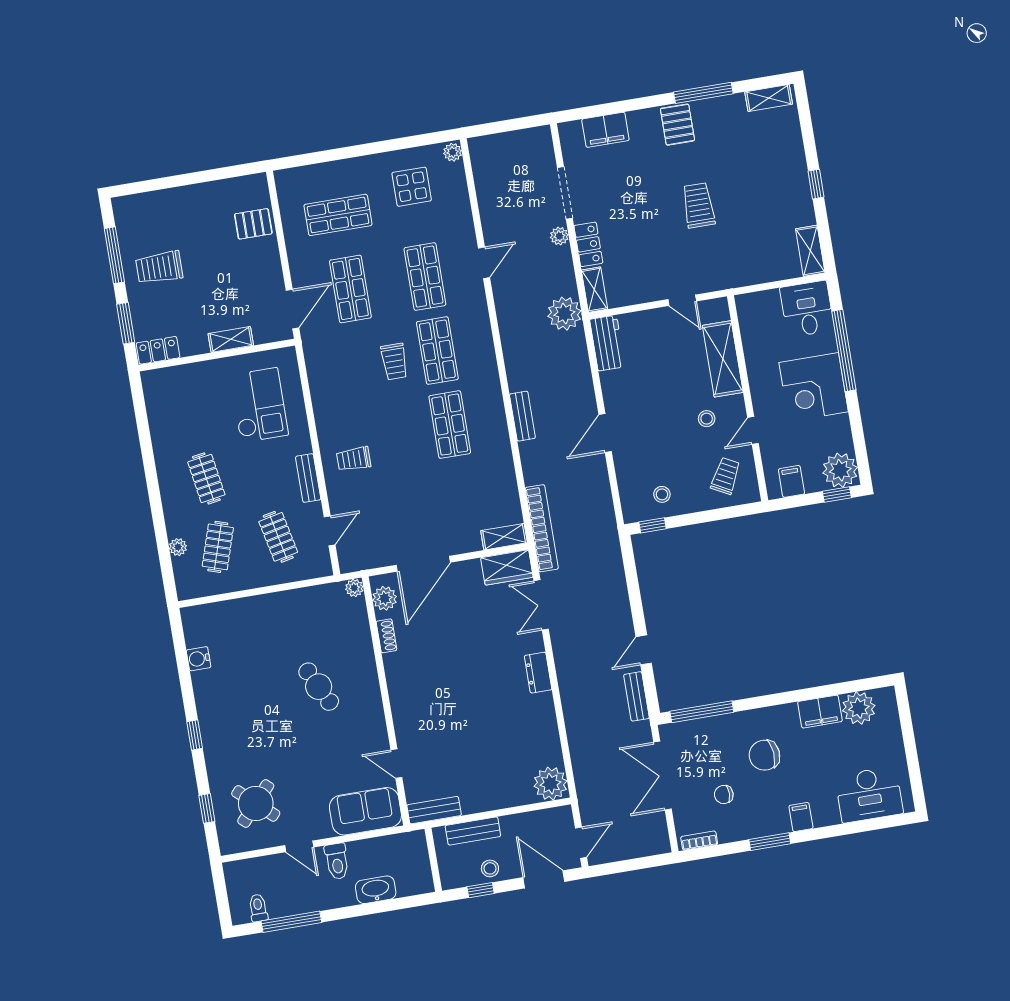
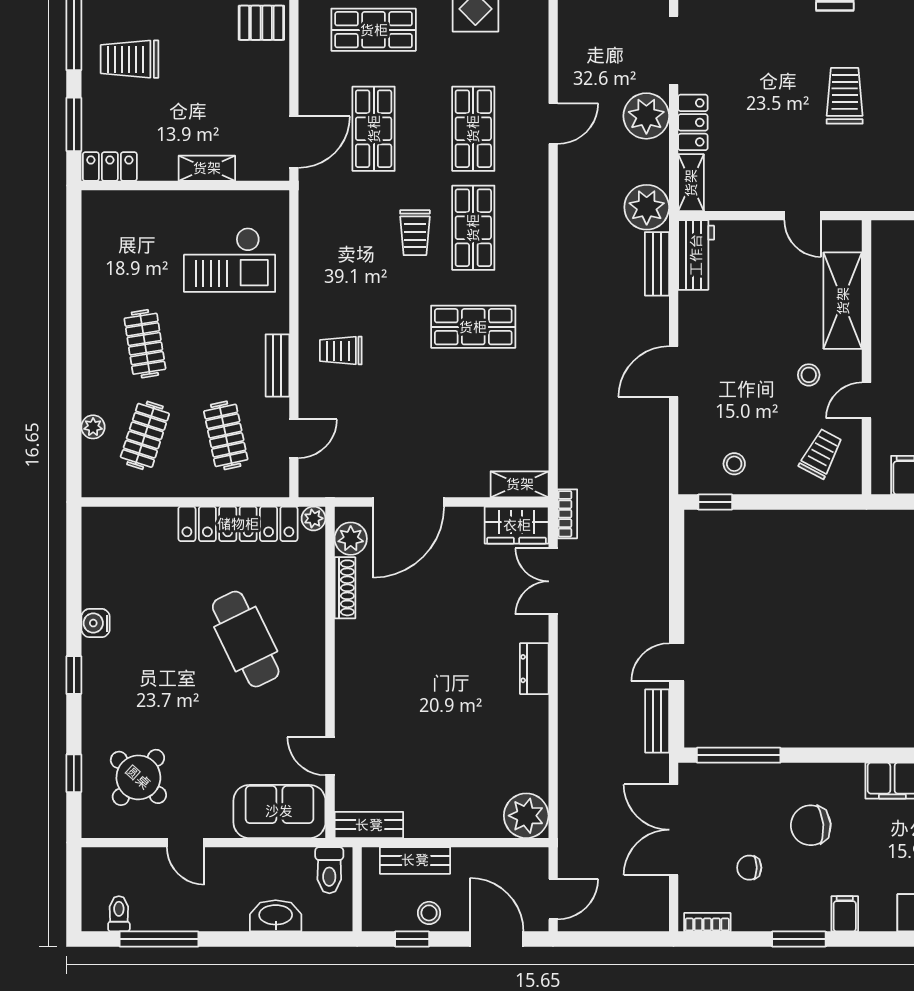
plant: (559, 236) -> (646, 116), width x1.88, depth x1.88
checkout: (259, 405) -> (230, 260), turned 90
bench: (522, 416) -> (657, 264), moved
shop shelf: (450, 425) -> (473, 327), turned 90
bookcase: (542, 528) -> (567, 514), width x0.43, depth x0.76
locker: (298, 601) -> (238, 524), added
shoe rack: (386, 636) -> (345, 588), width x1.43
water cooler: (199, 659) -> (96, 623), moved
cafe table: (319, 687) -> (246, 639), width x1.37, depth x1.35
toilet: (337, 861) -> (329, 870), moved

